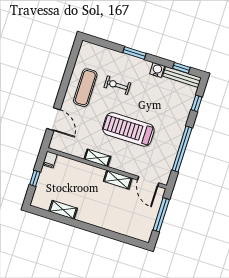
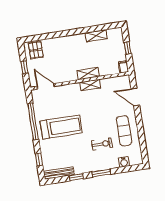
window: (181, 68) -> (76, 177), moved
water cooler: (157, 70) -> (124, 162), moved
treadmill: (128, 129) -> (61, 127), moved
shelving: (118, 180) -> (88, 74), moved
window: (161, 215) -> (24, 67), width x0.46
pallet: (139, 228) -> (36, 50), added

